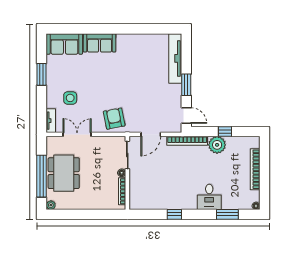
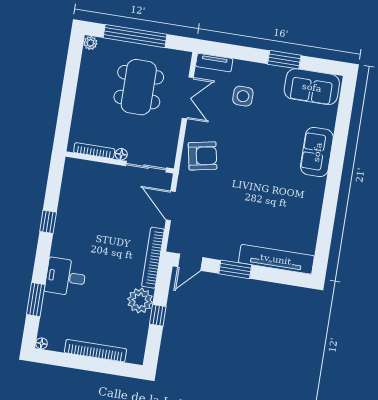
sofa: (64, 44) -> (312, 87), moved, turned -90
dining table: (64, 173) -> (139, 87), moved, turned 90

